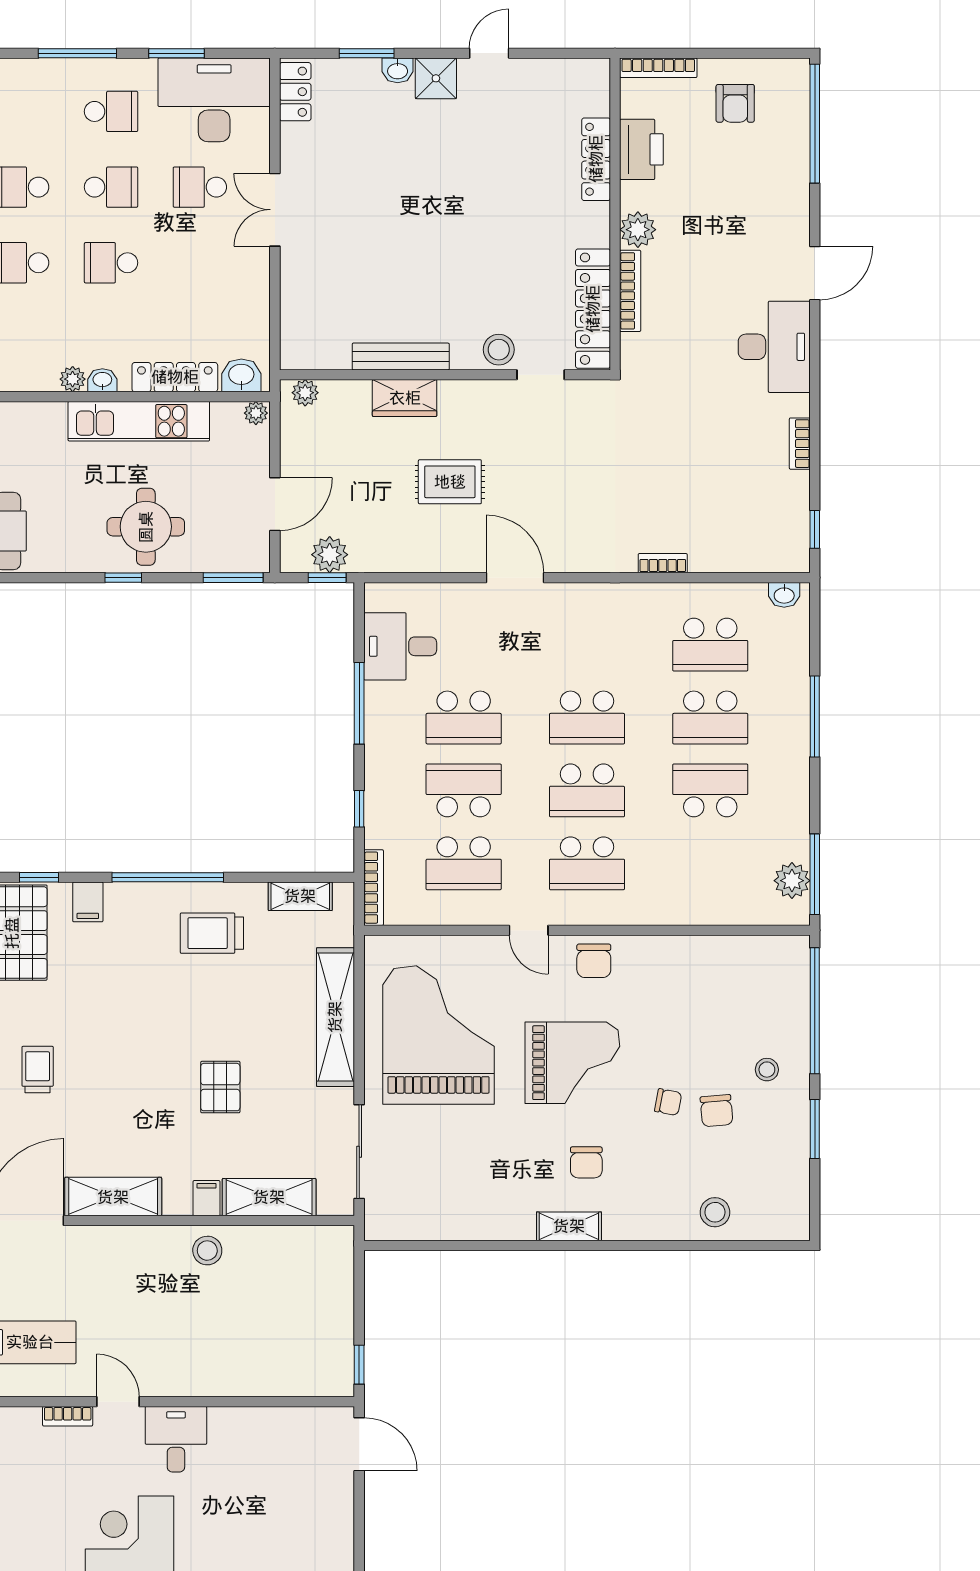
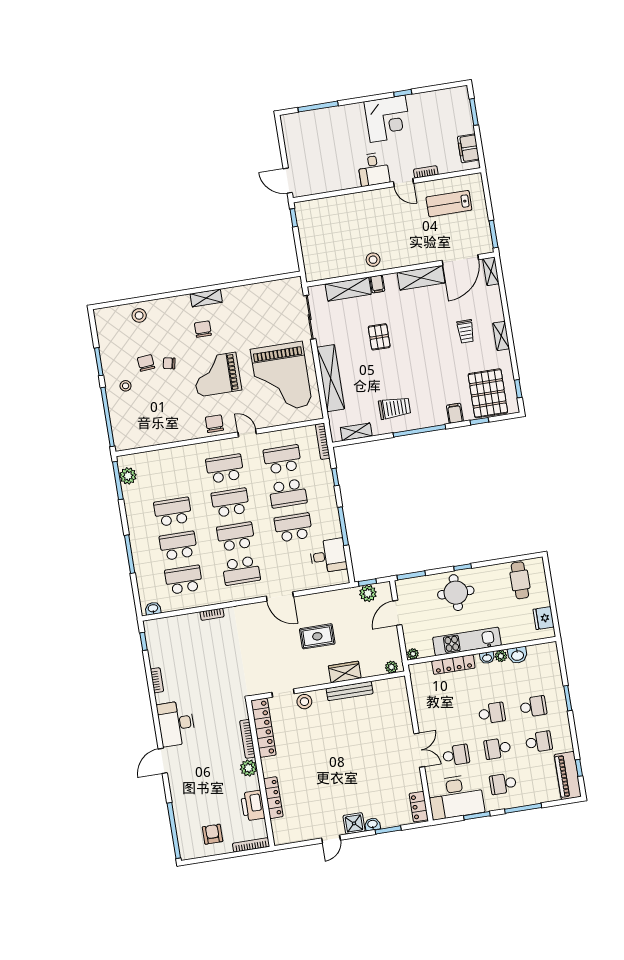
washbasin: (241, 375) -> (517, 655), moved
school desk: (587, 645) -> (241, 571), added
school desk: (710, 790) -> (173, 512), turned 180

